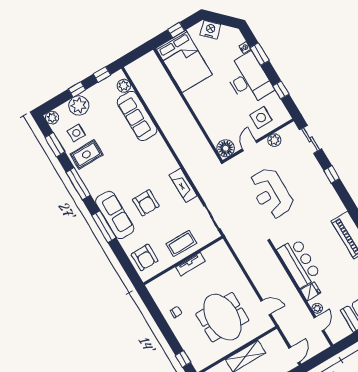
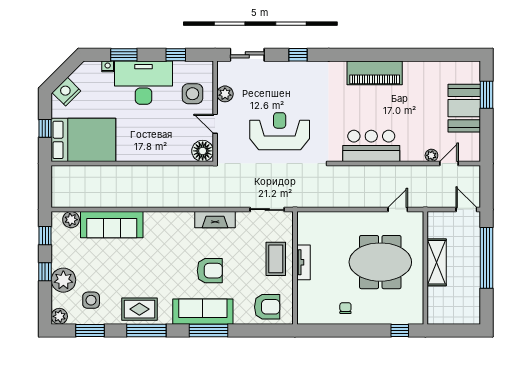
rug: (86, 154) -> (139, 309), moved, turned 90
reception desk: (271, 193) -> (280, 131), turned 180
fridge: (311, 291) -> (409, 152), removed
door: (319, 324) -> (449, 164), hinge flipped

